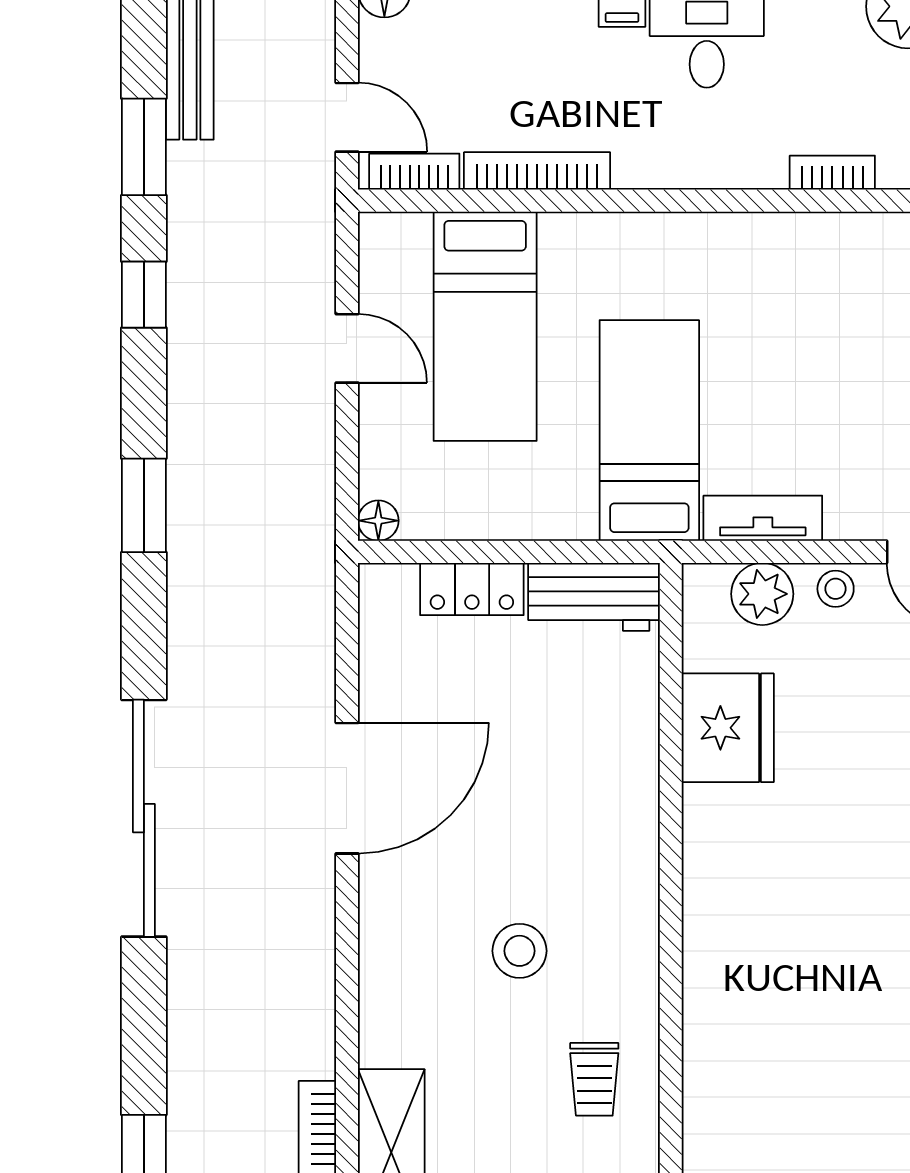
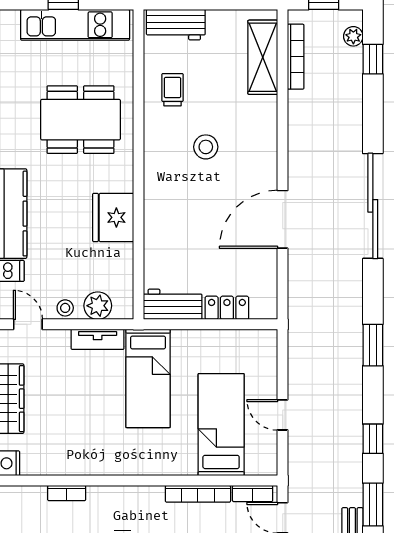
floor lamp: (378, 521) -> (269, 338), removed
fridge: (728, 728) -> (113, 217), moved
dining table: (801, 1012) -> (81, 120), added

